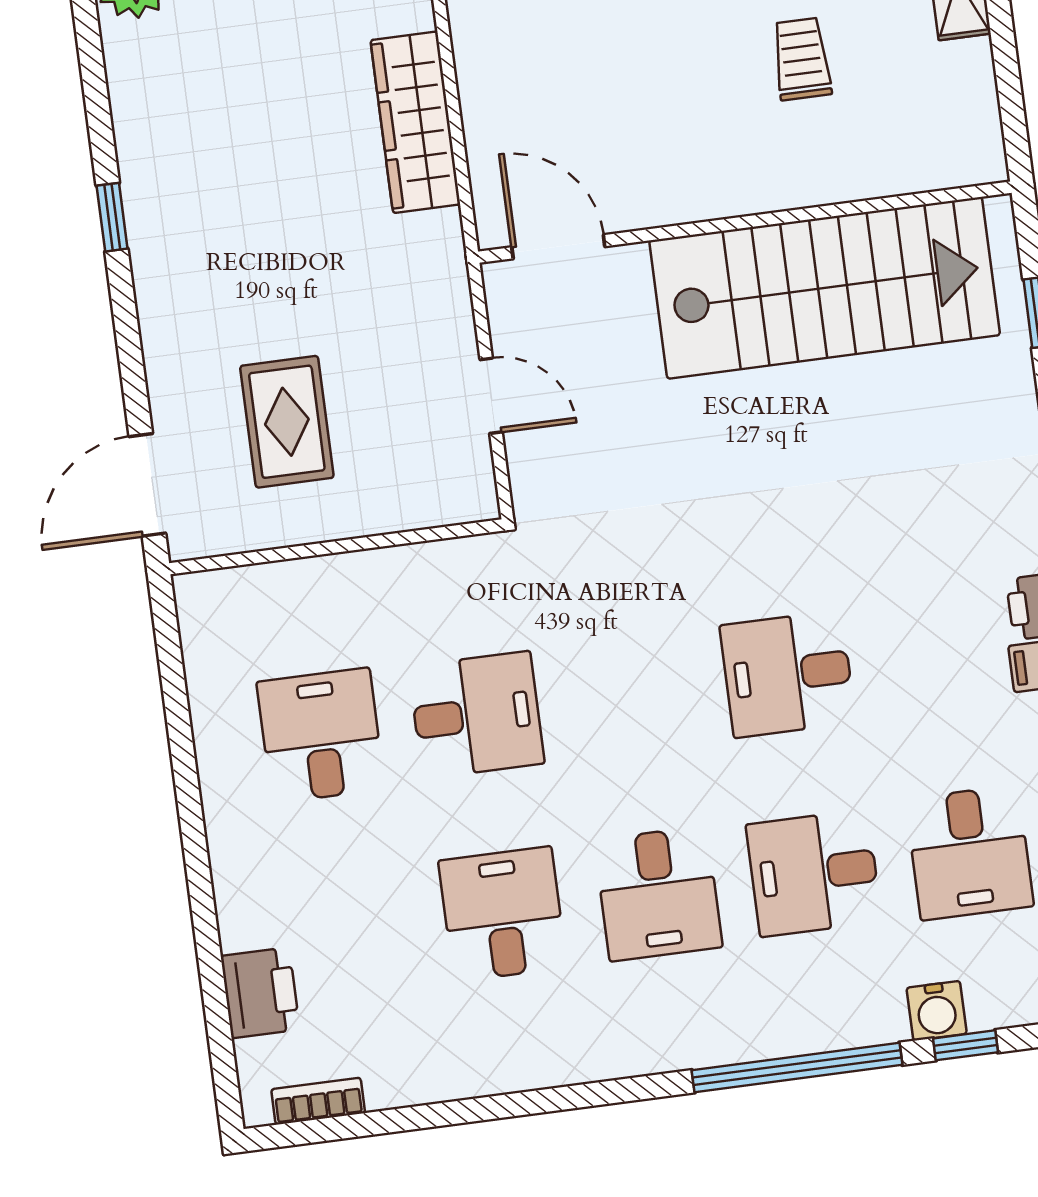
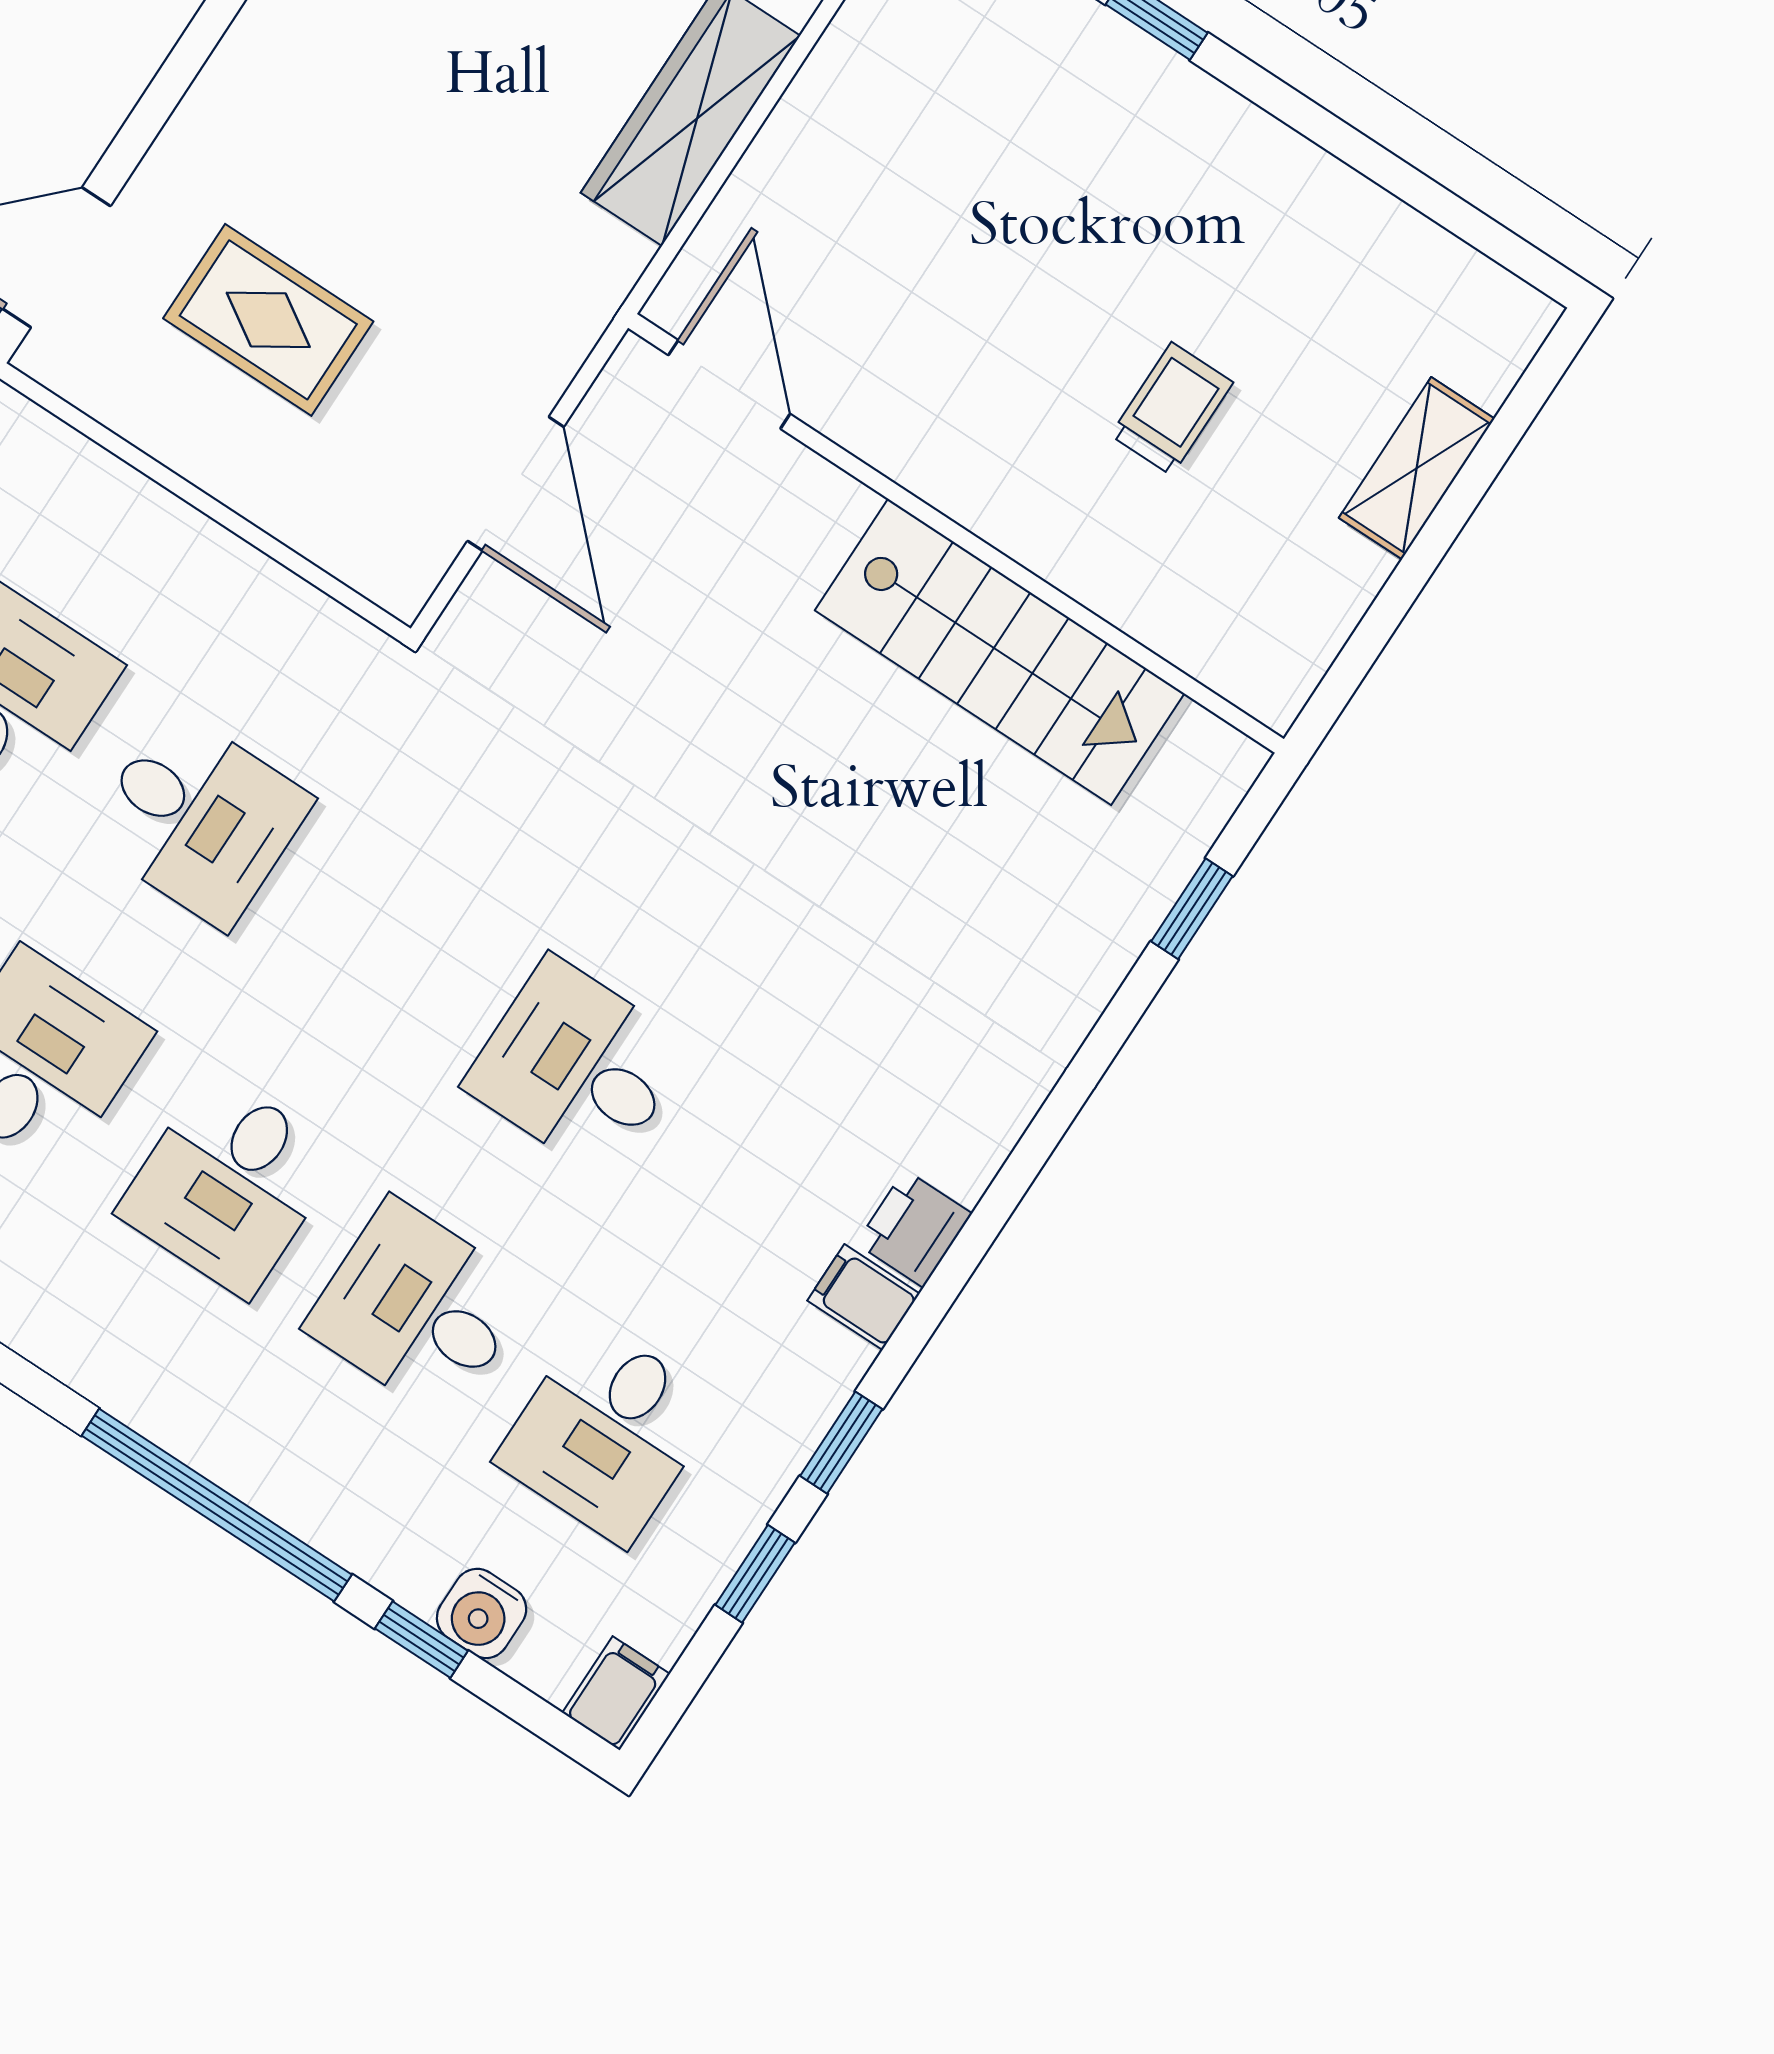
stairs: (825, 288) -> (1000, 652), width x0.73, depth x0.66
door: (491, 396) -> (516, 484), width x1.38
rug: (287, 422) -> (268, 320), turned 90
water cooler: (937, 1011) -> (482, 1613), moved

